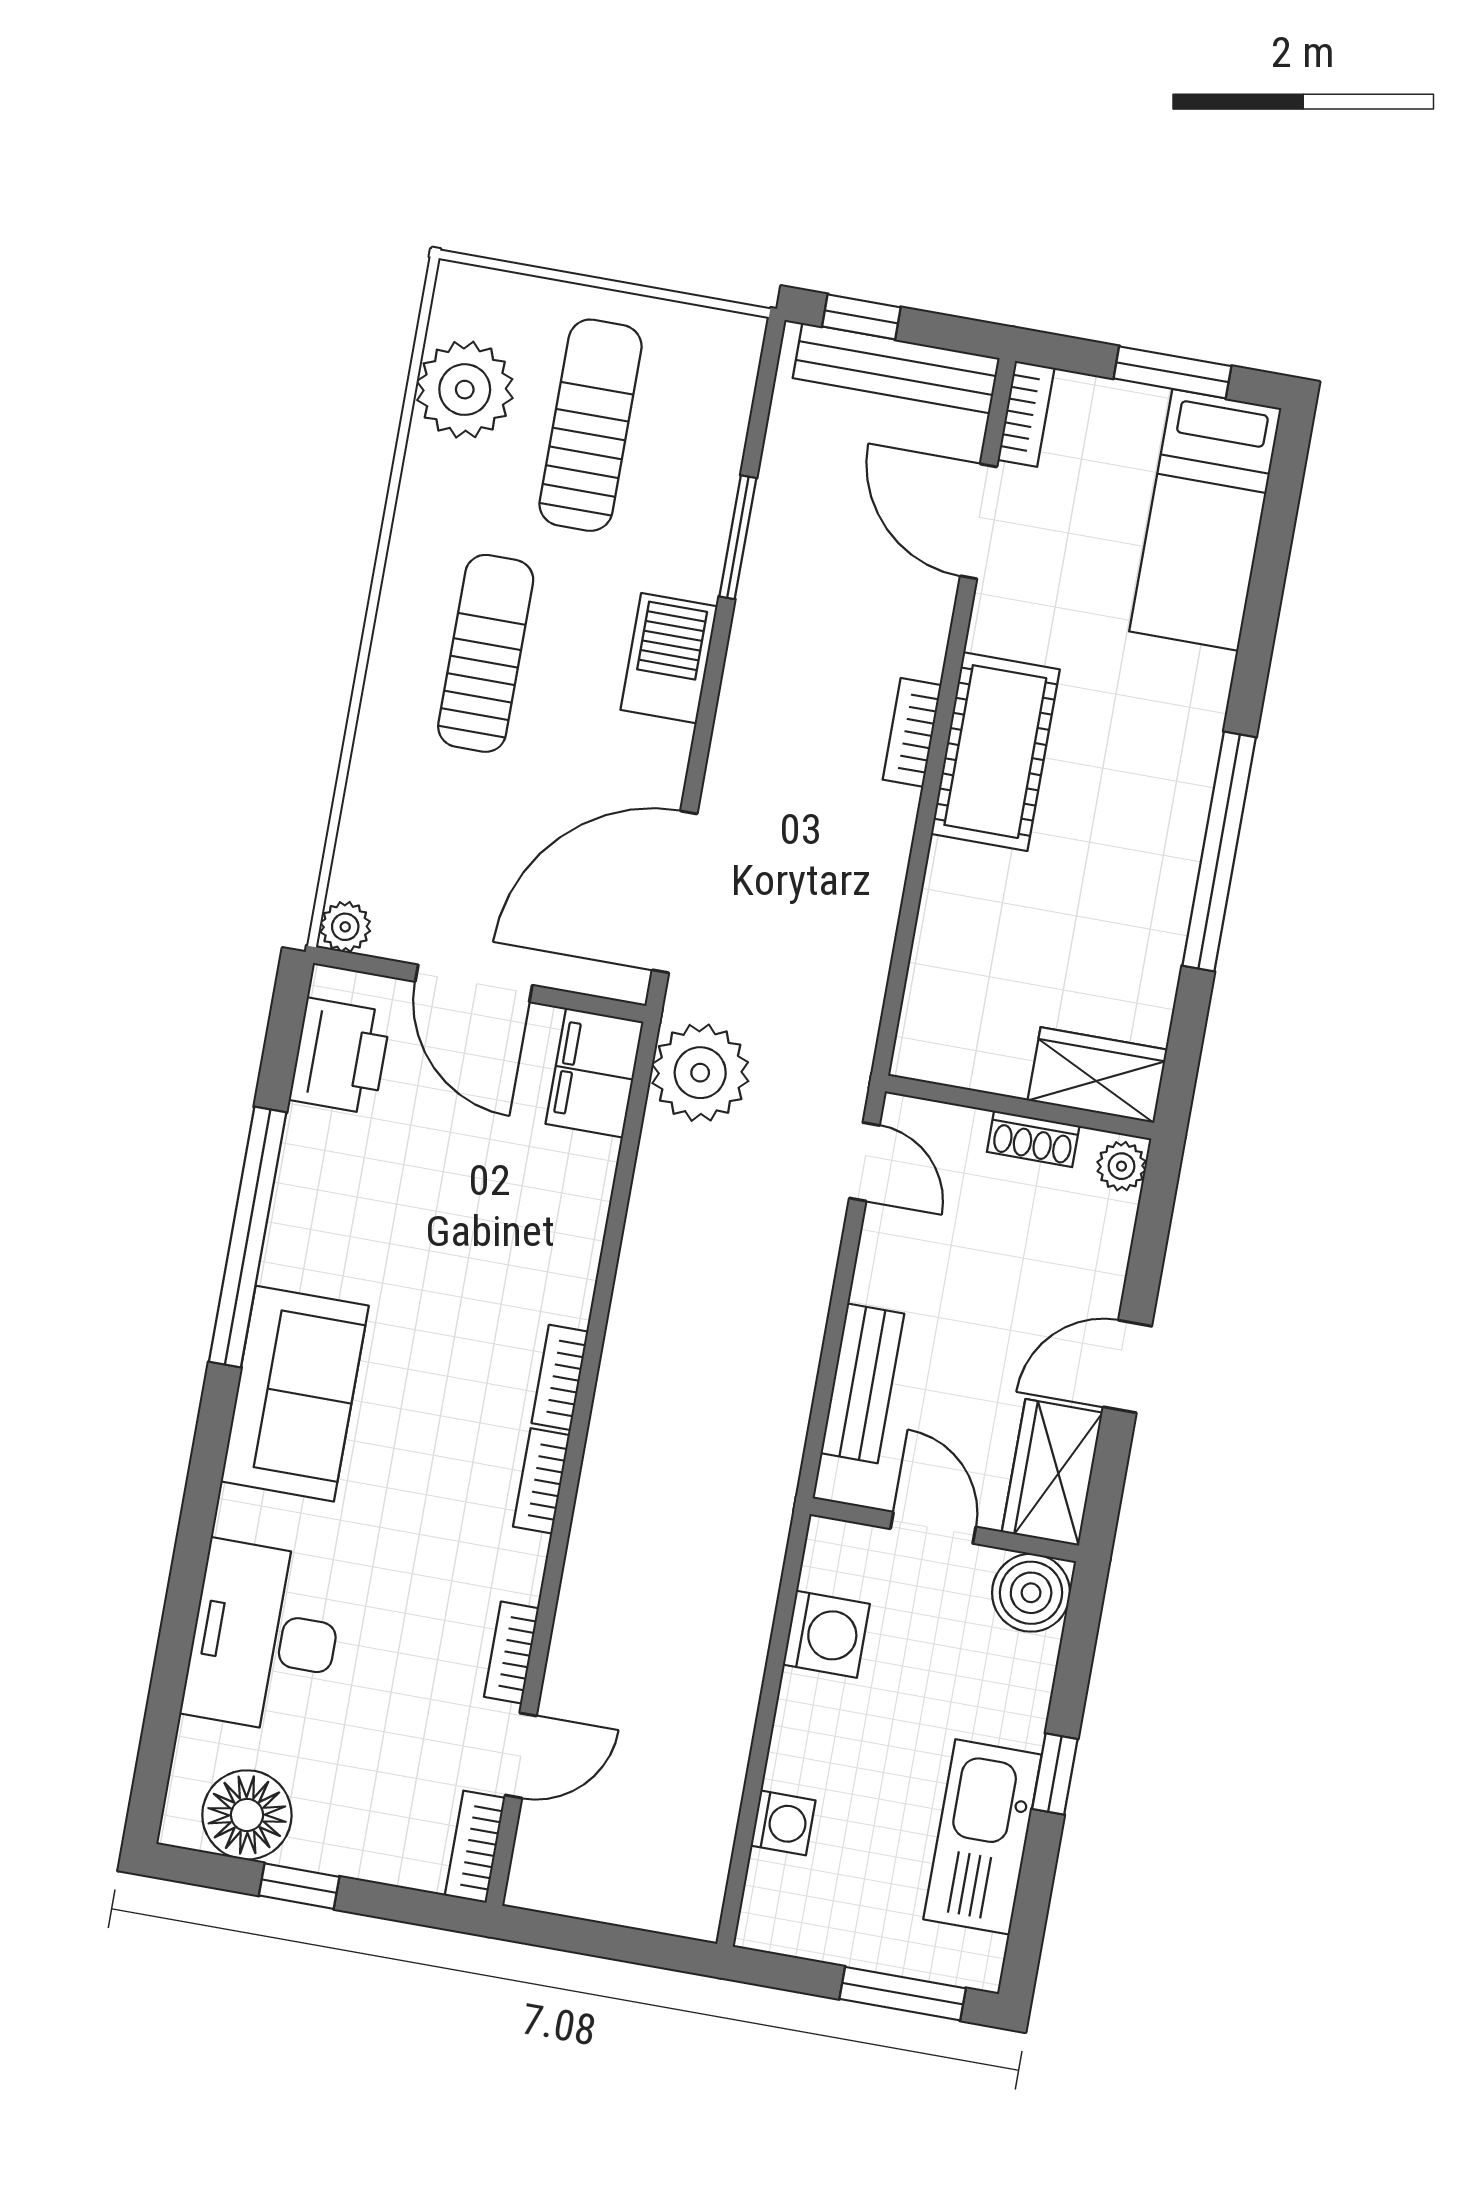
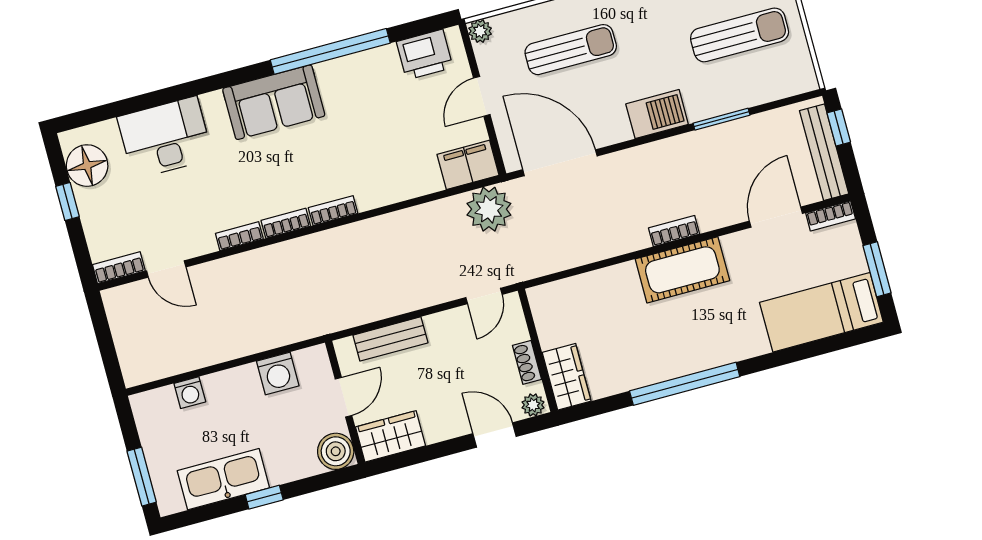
sun lounger: (486, 653) -> (571, 50), moved
door: (474, 983) -> (482, 96), width x0.73
door: (1127, 1367) -> (494, 435), moved
bookcase: (512, 1653) -> (239, 236), moved

